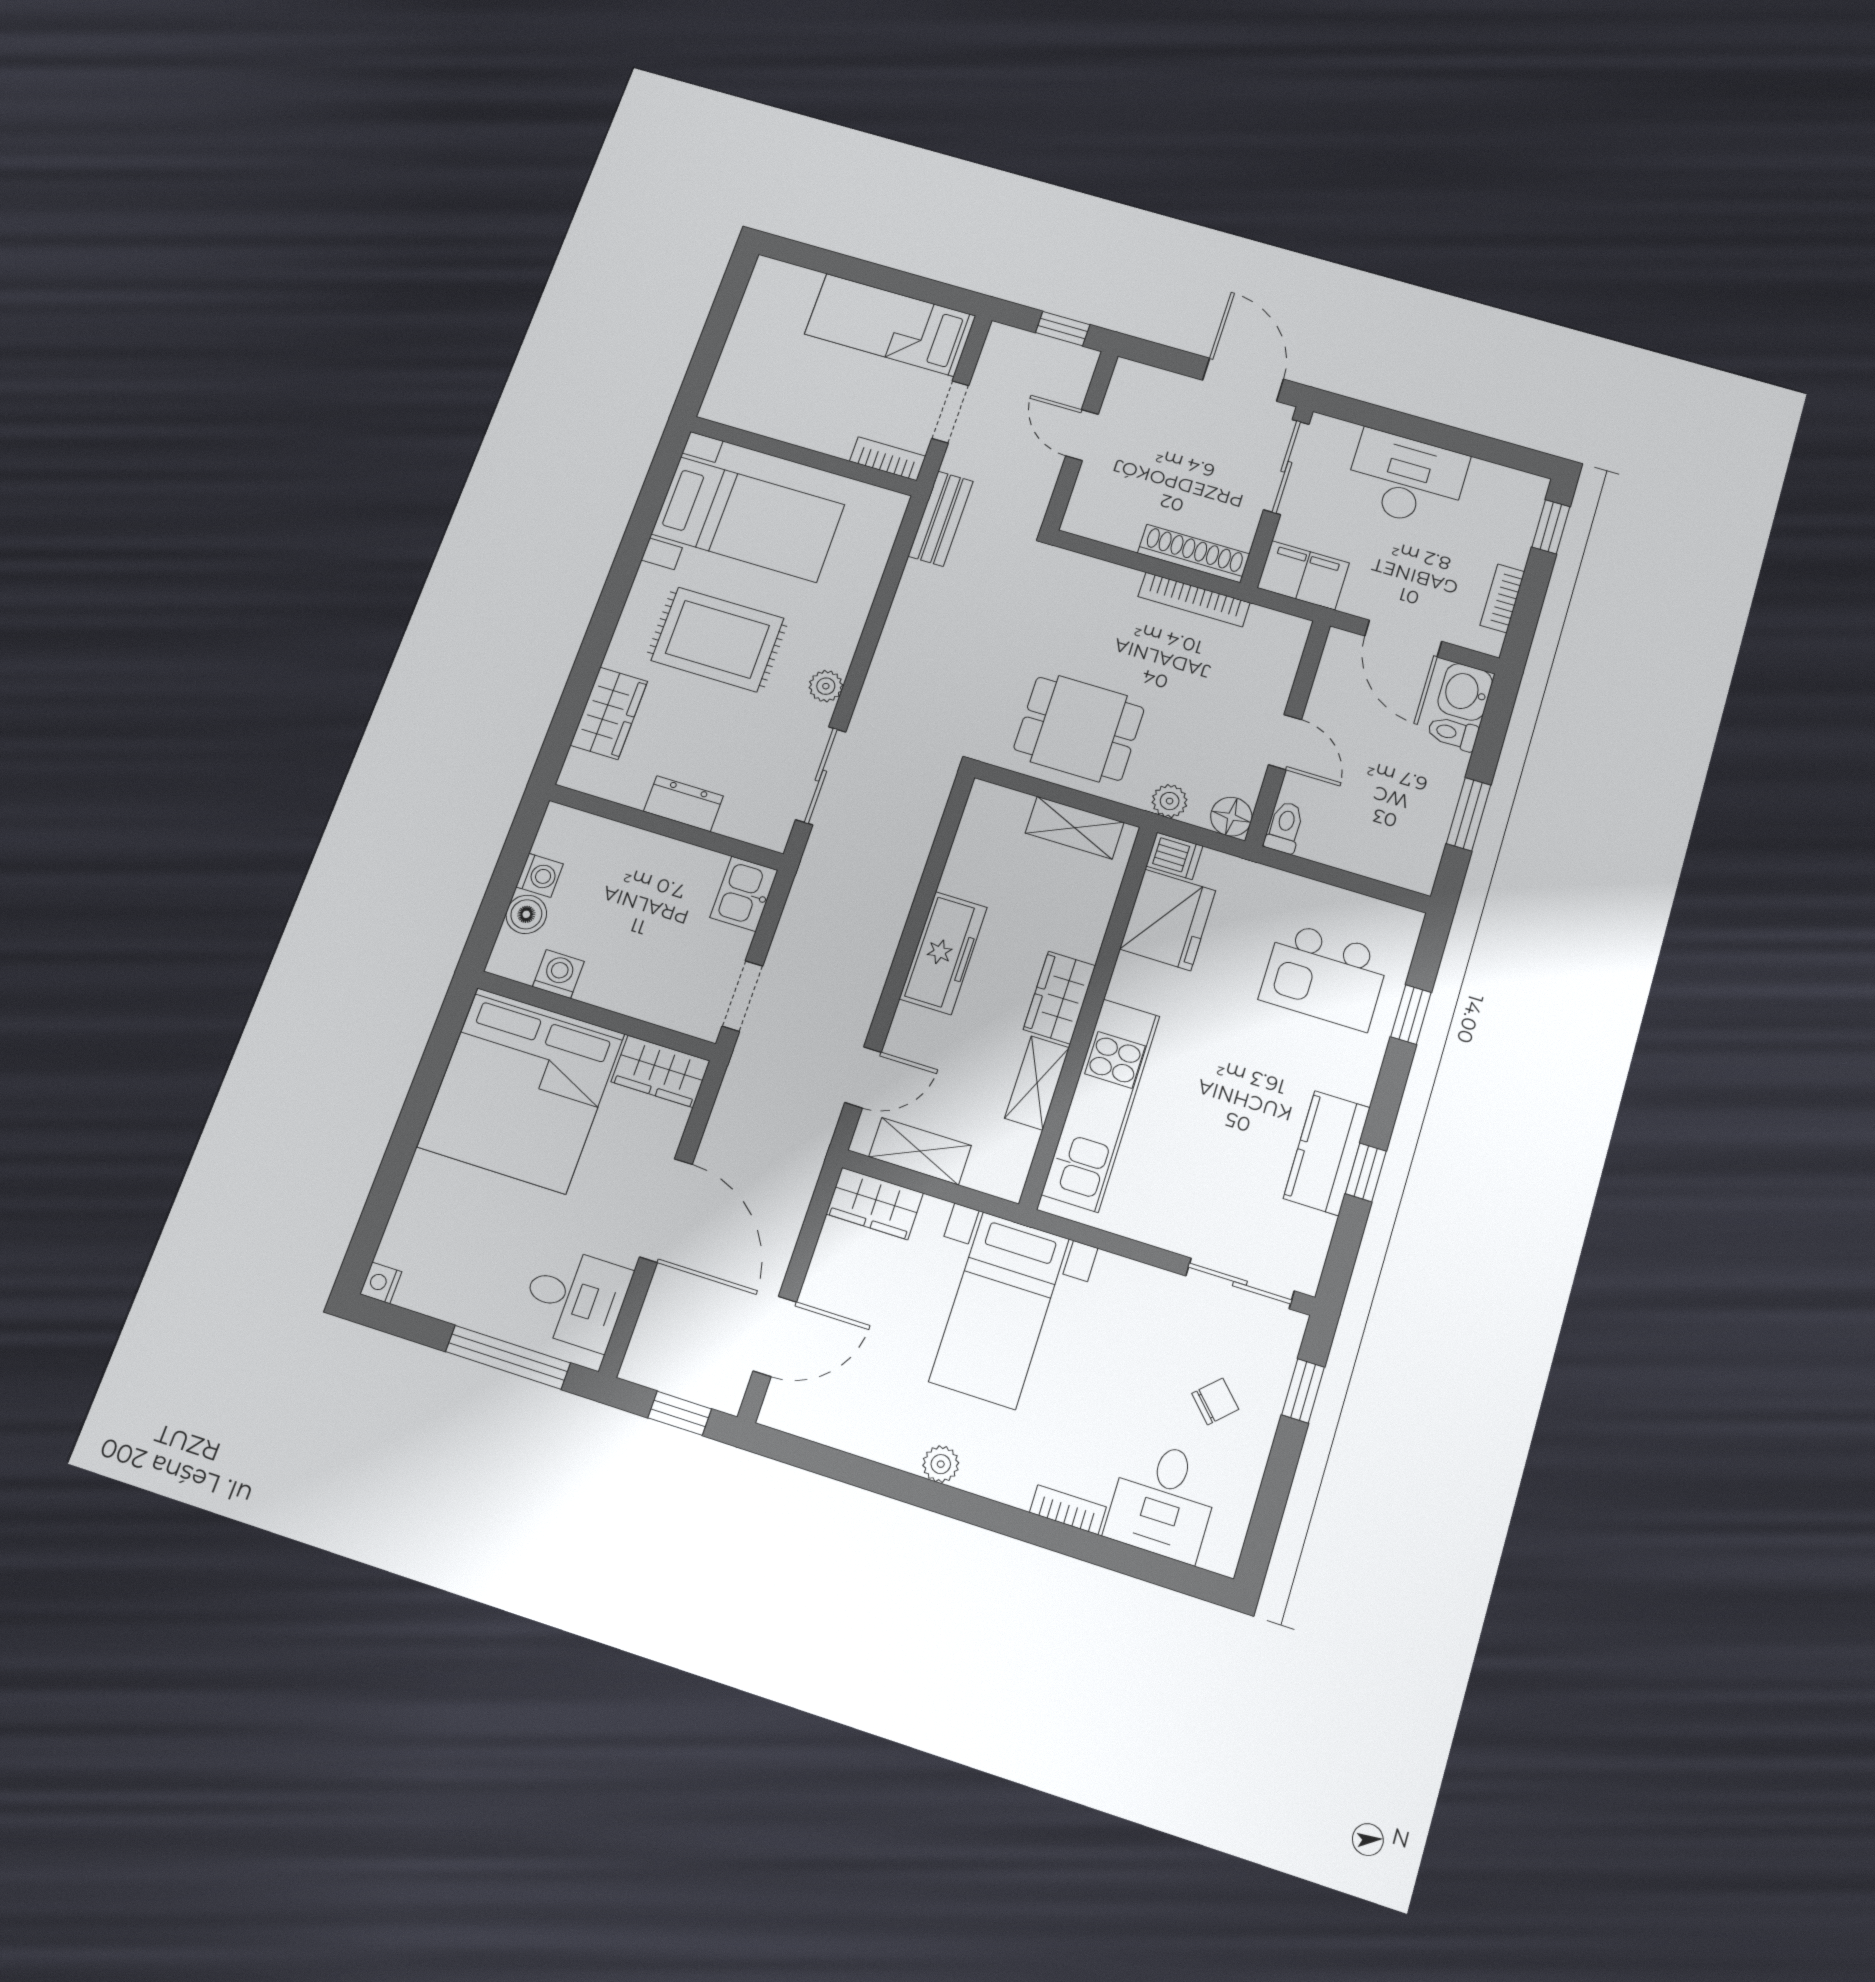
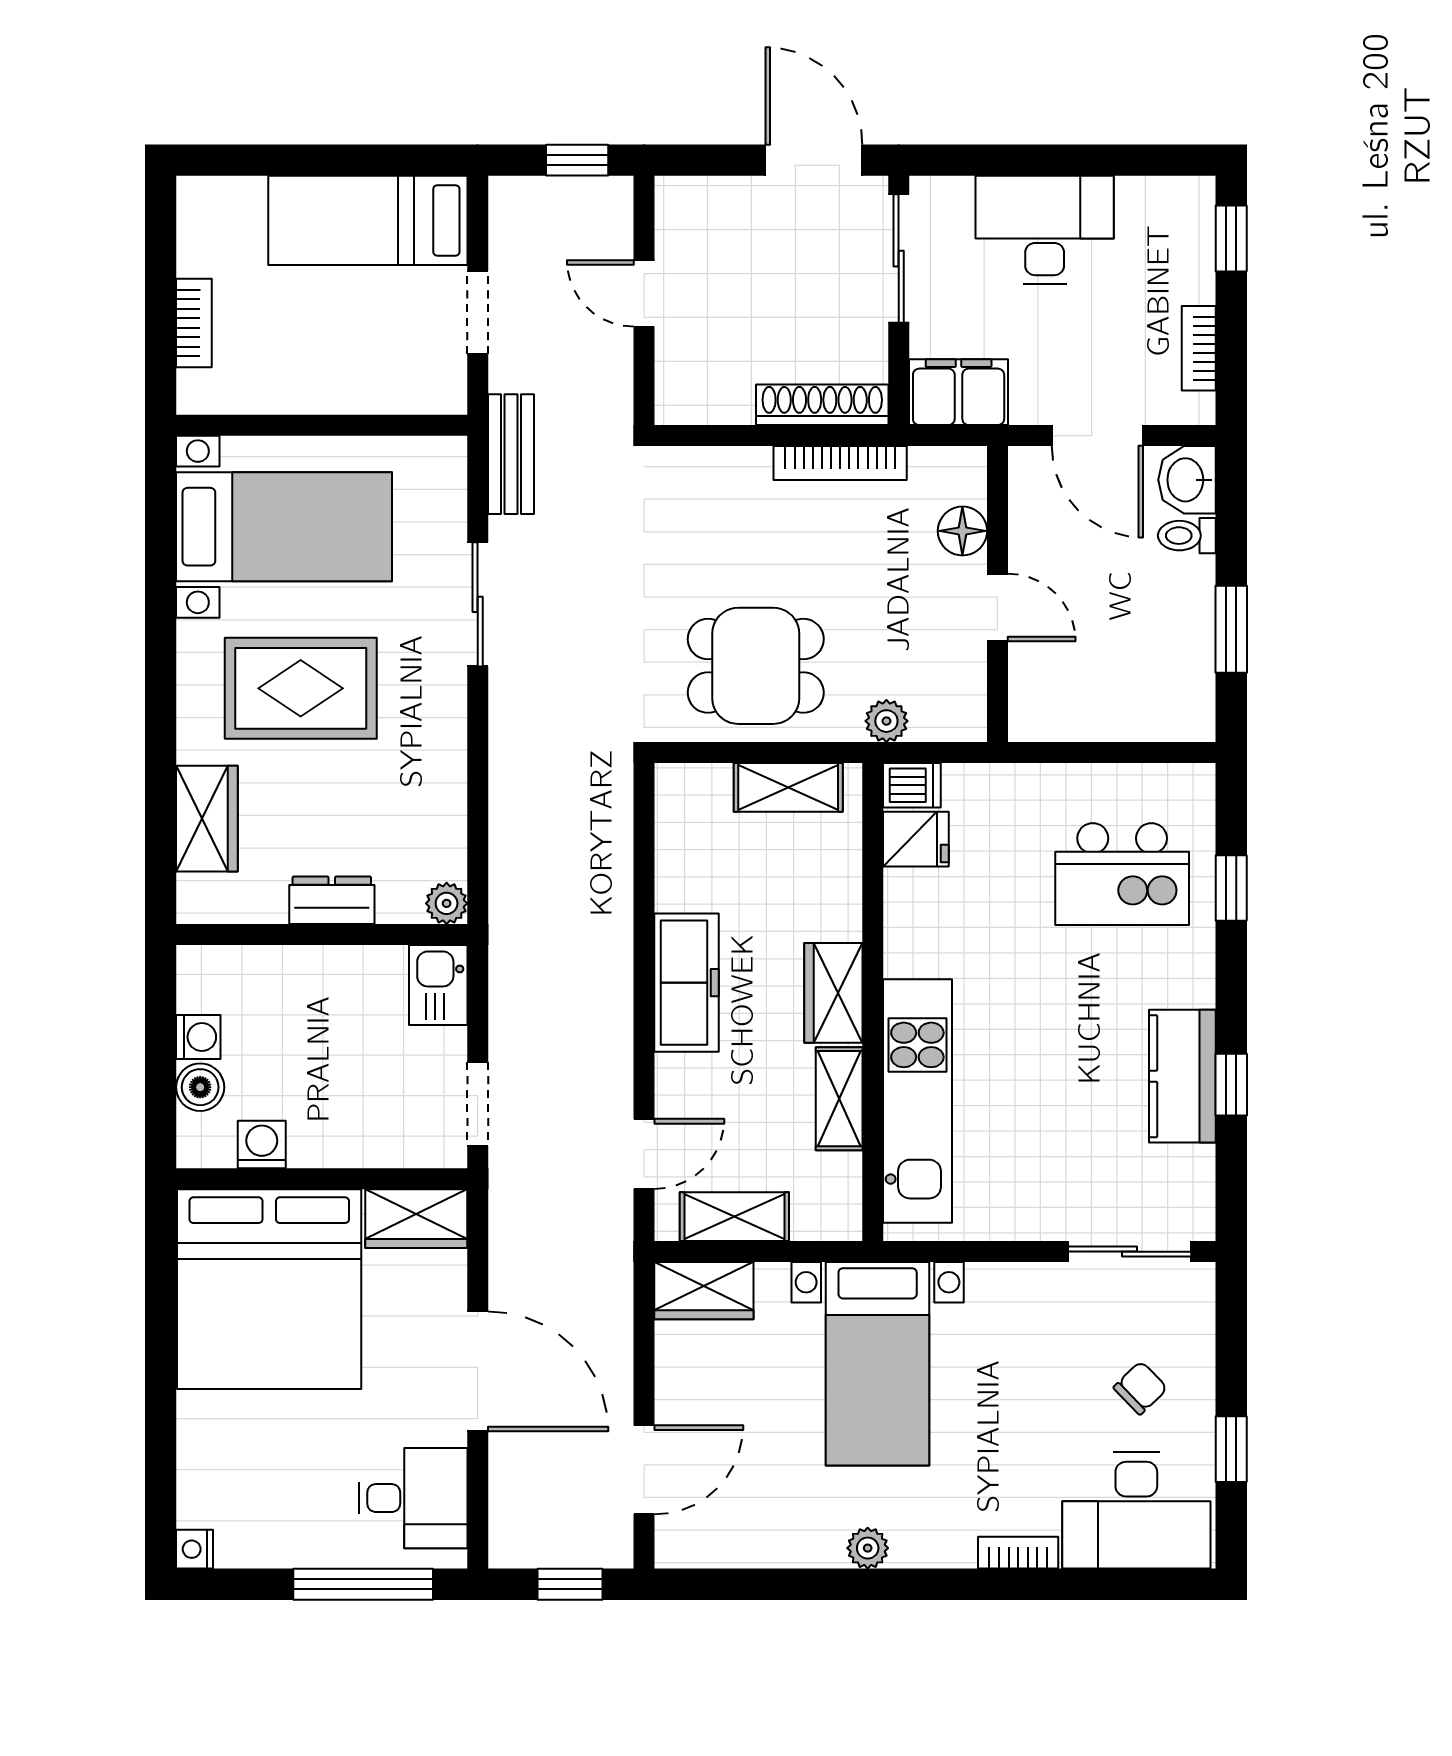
bookcase: (888, 459) -> (194, 323), moved, turned 90
plant: (826, 686) -> (447, 903), moved
sliding door: (821, 776) -> (478, 604), moved
floor lamp: (1231, 817) -> (962, 531), moved
toilet: (1285, 827) -> (1027, 711), removed
fridge: (1168, 920) -> (916, 839), width x0.53, depth x0.75
window: (1303, 1391) -> (1231, 1449), moved
desk: (1163, 1500) -> (1136, 1510), width x1.37

